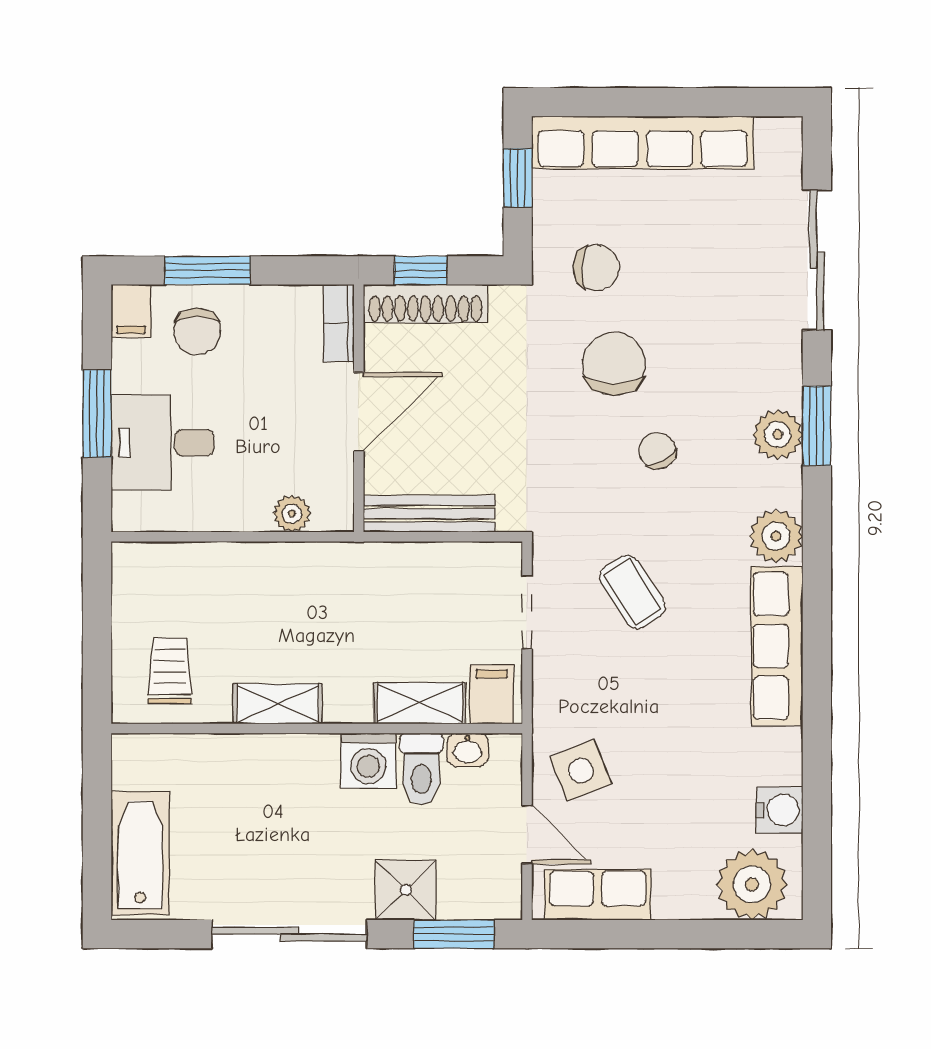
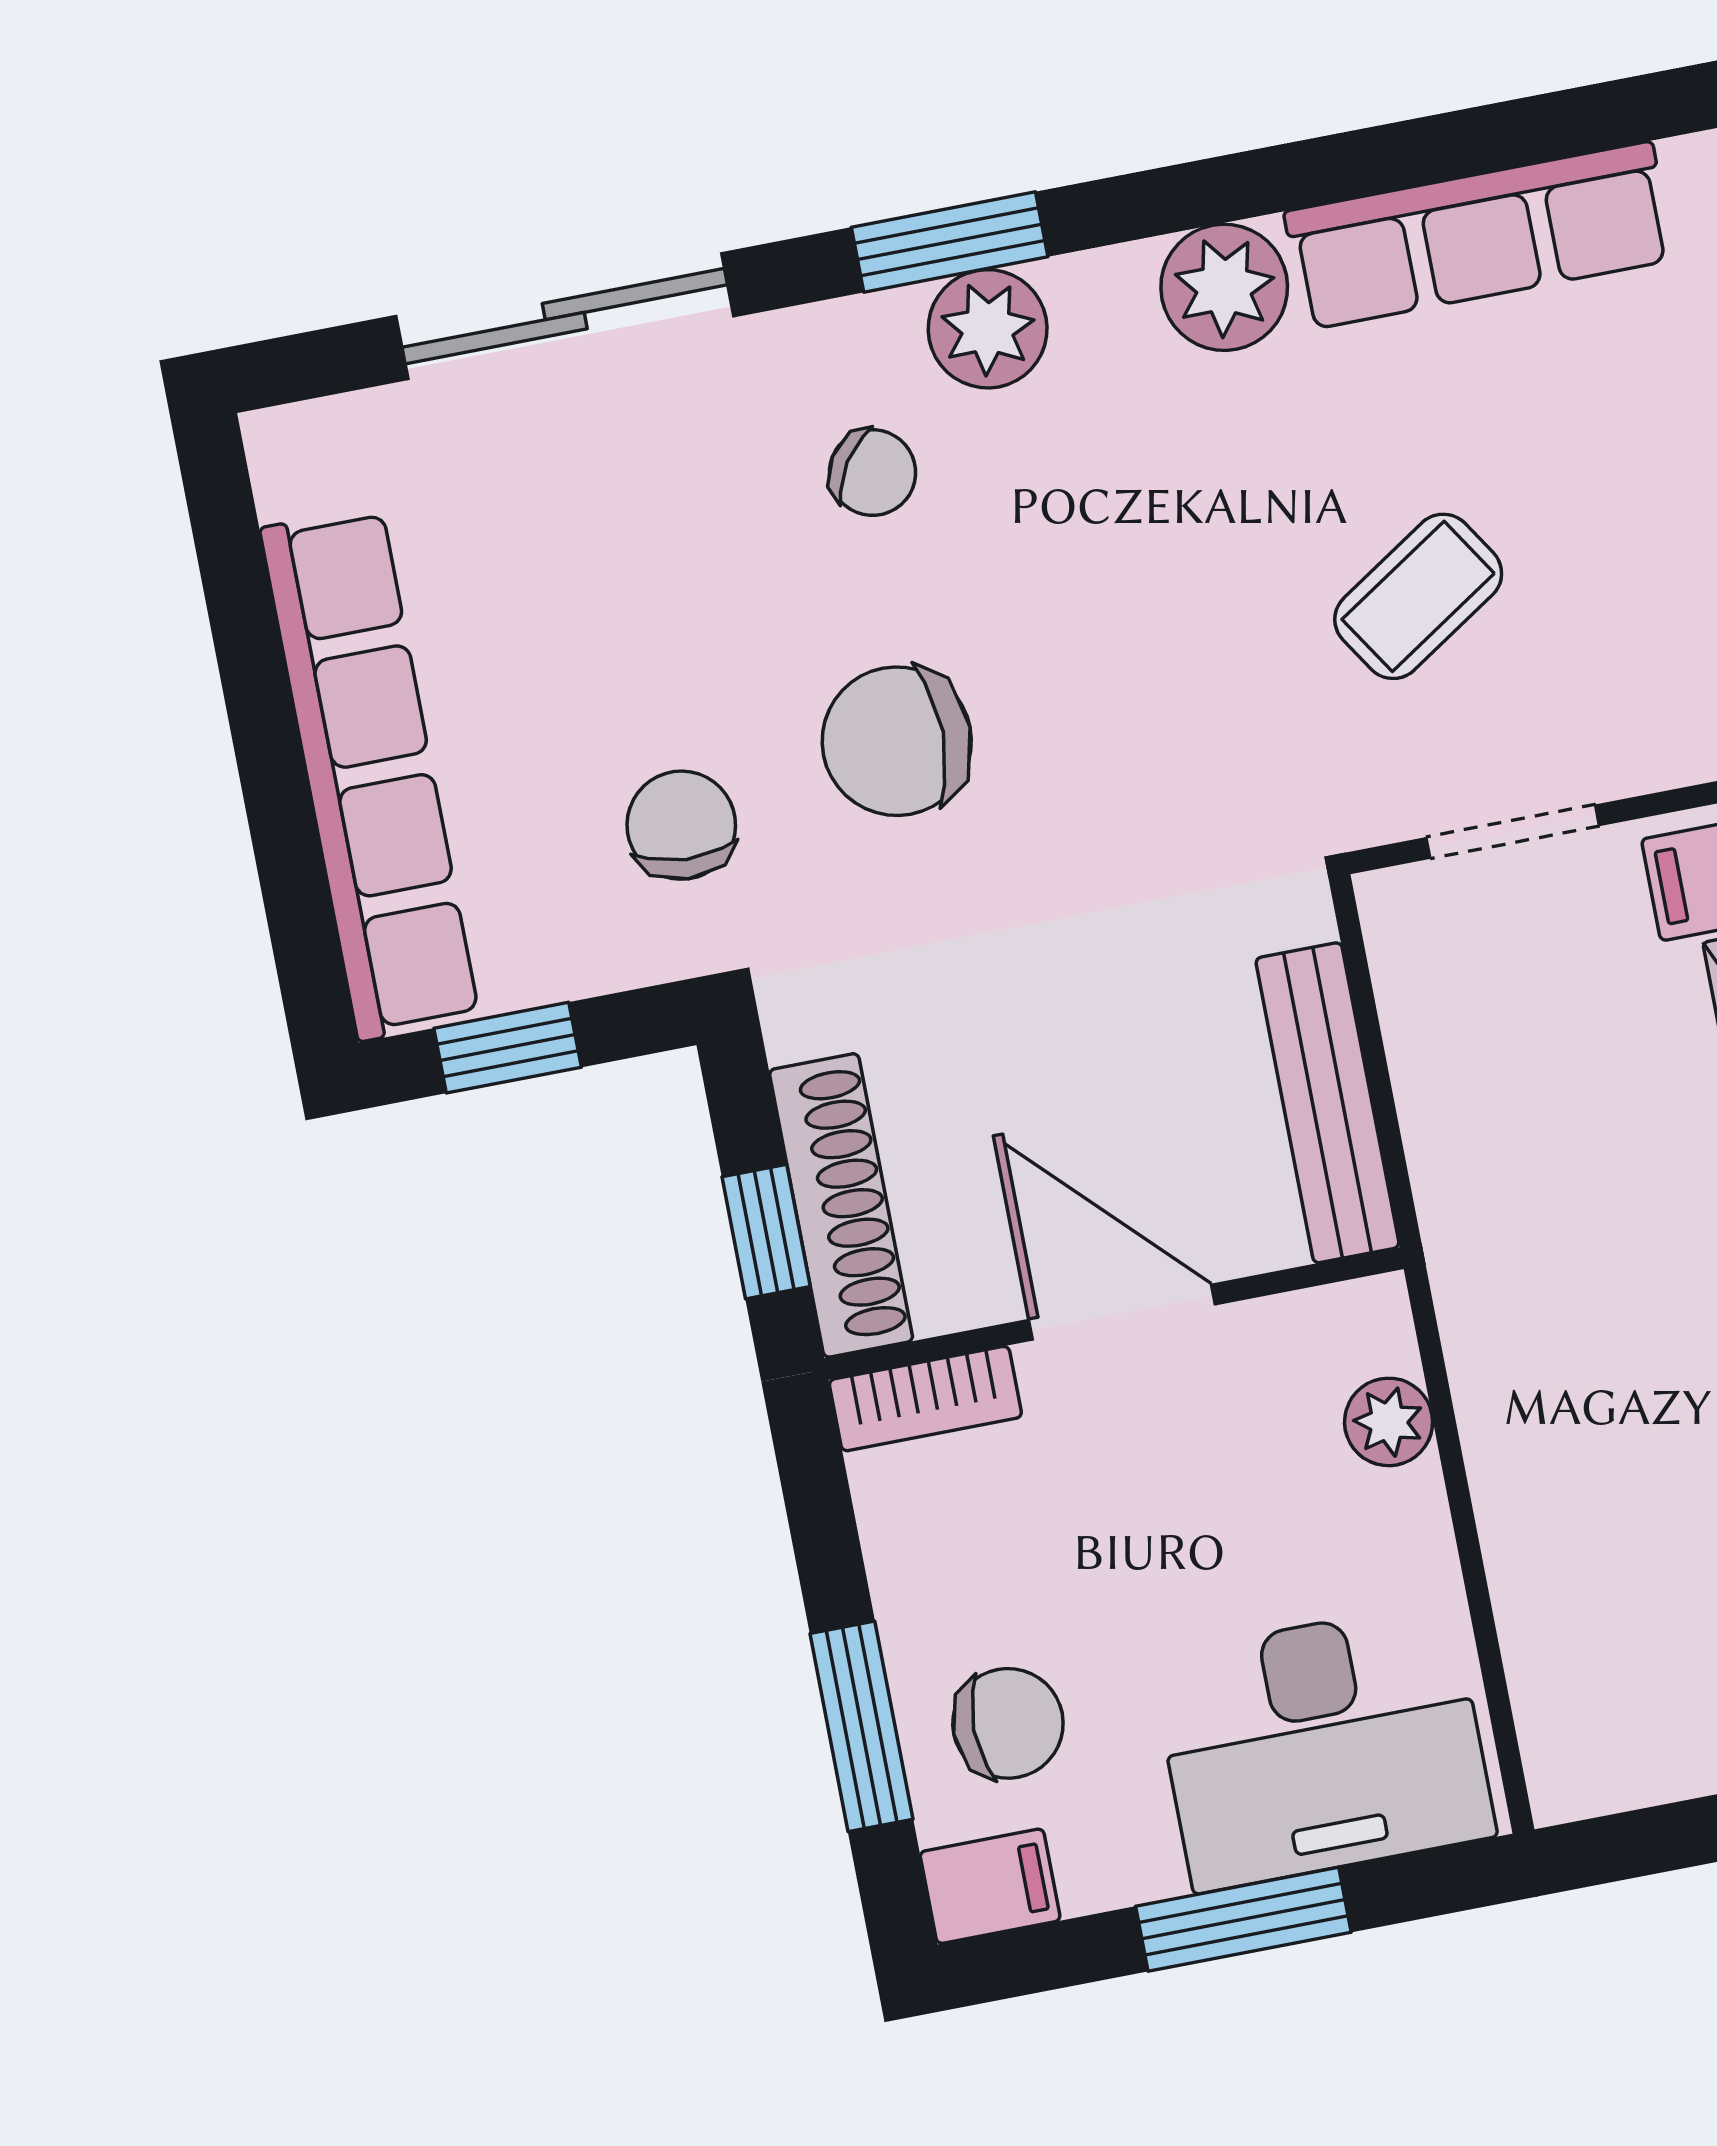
desk: (162, 443) -> (1323, 1746), width x1.37
chair: (657, 451) -> (872, 473), moved, turned -119

